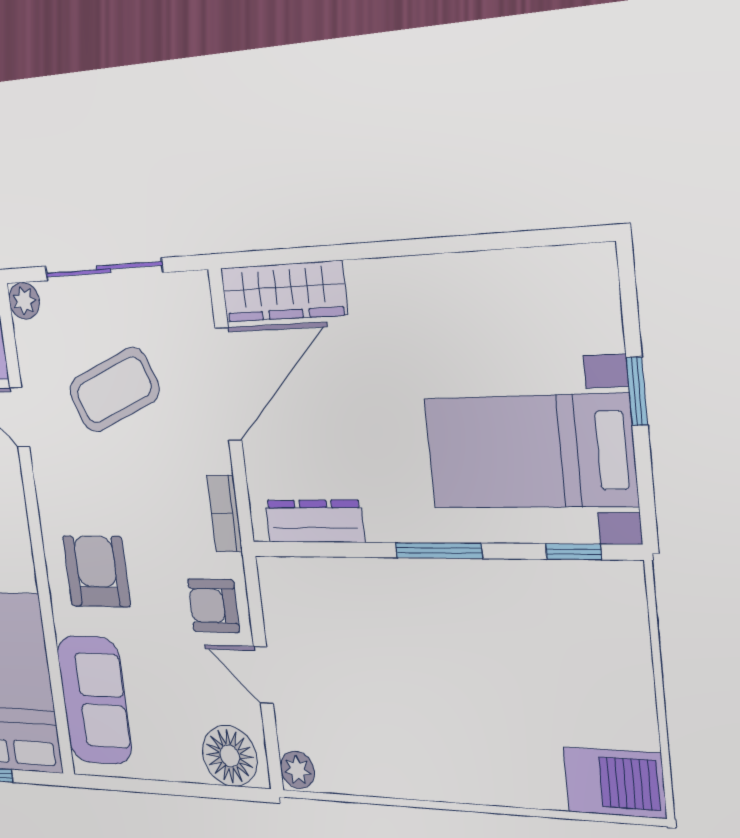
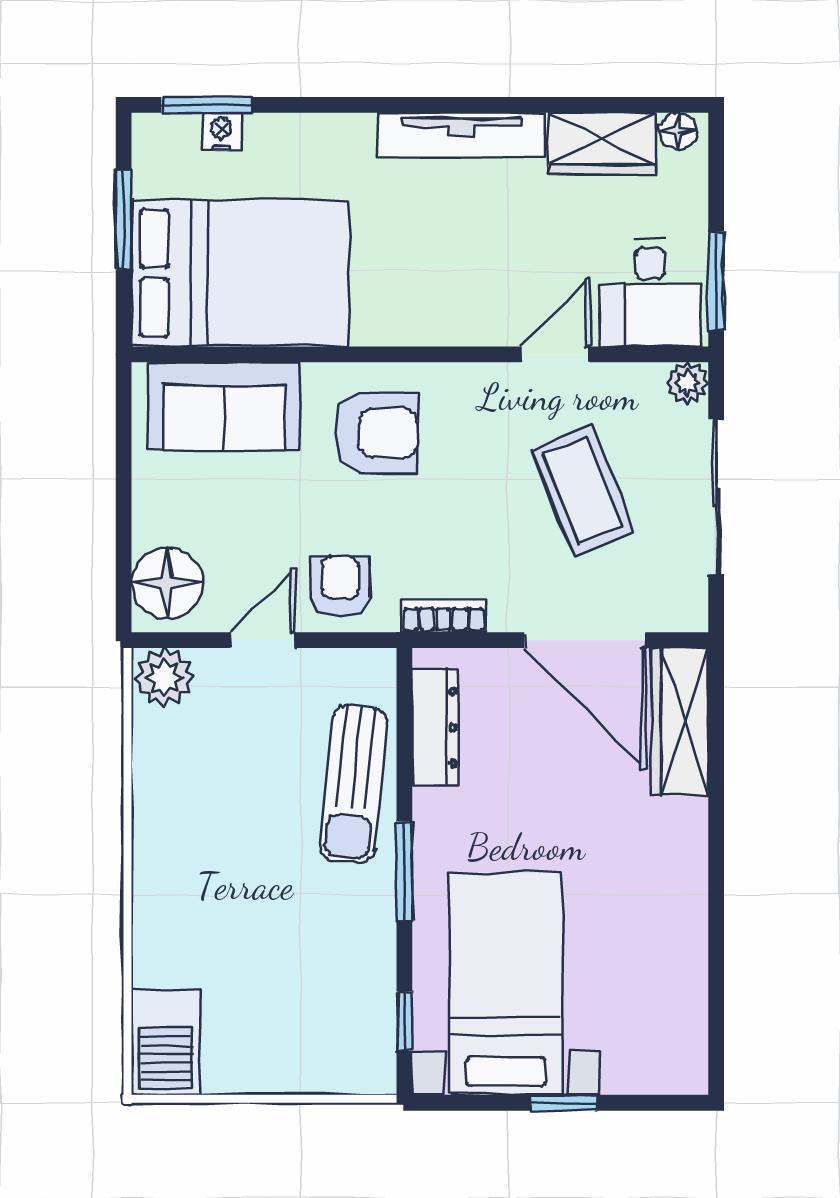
sun lounger: (370, 597) -> (353, 784), added
plant: (297, 770) -> (164, 677), width x1.38, depth x1.38

